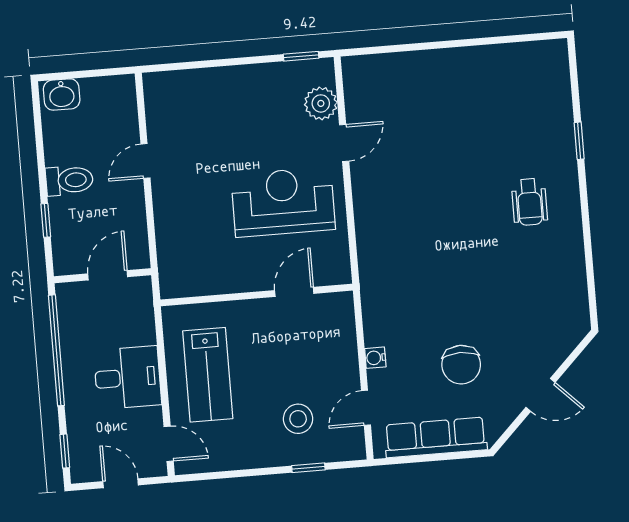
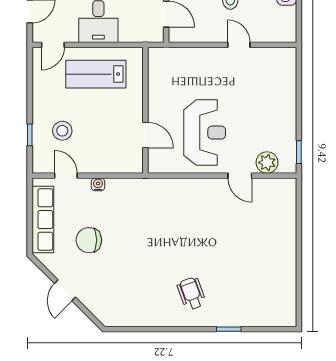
wheelchair: (529, 202) -> (192, 293), turned 70

